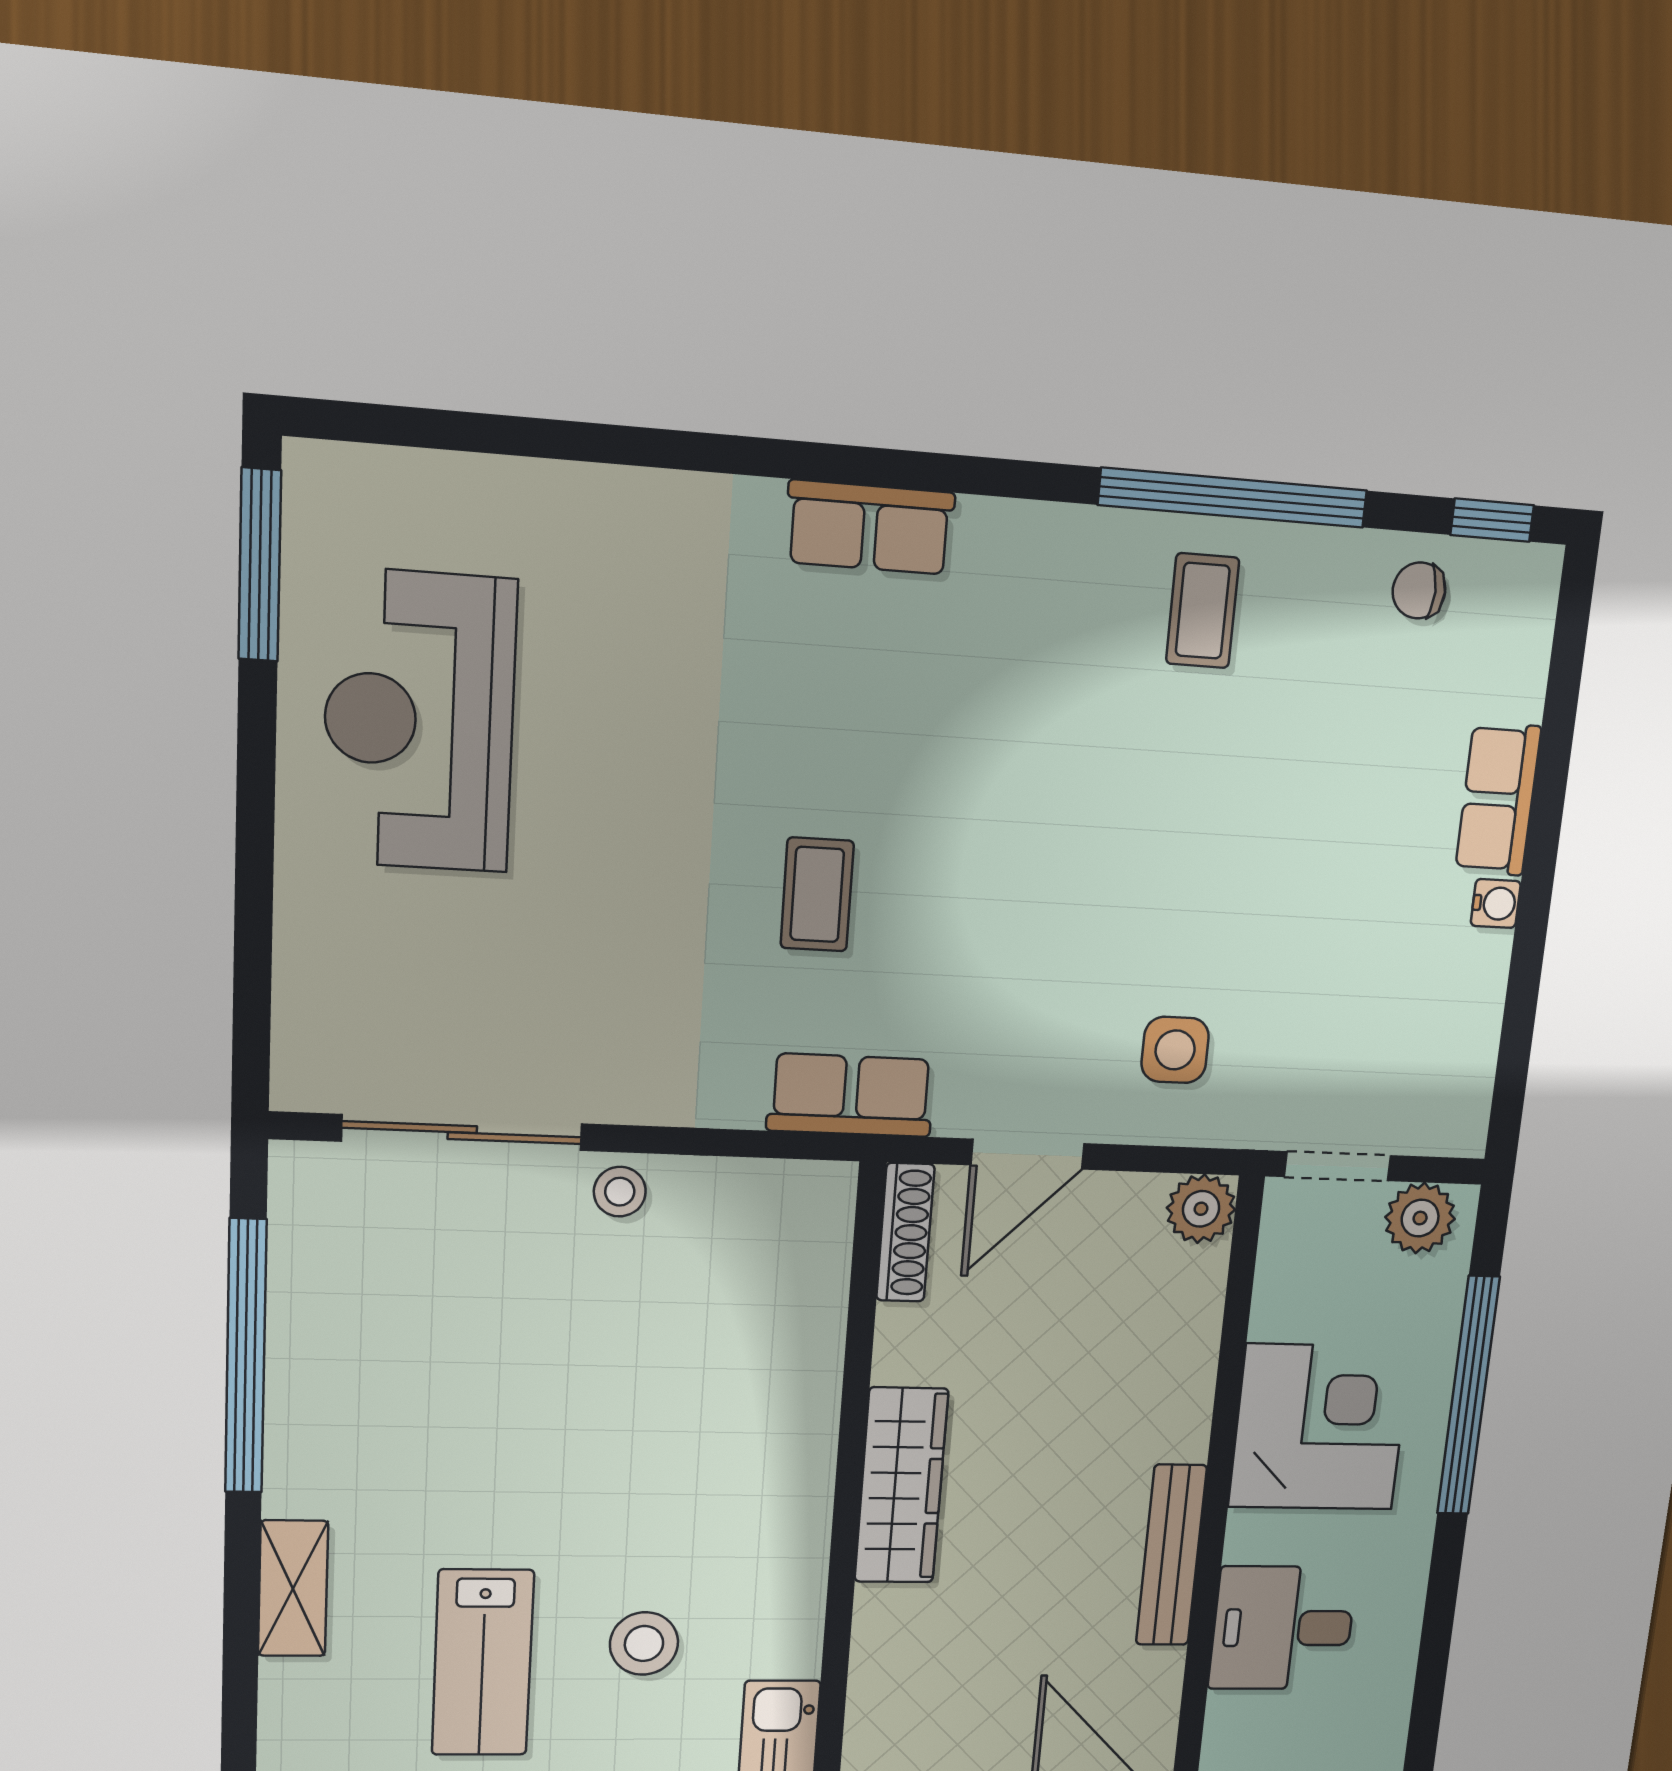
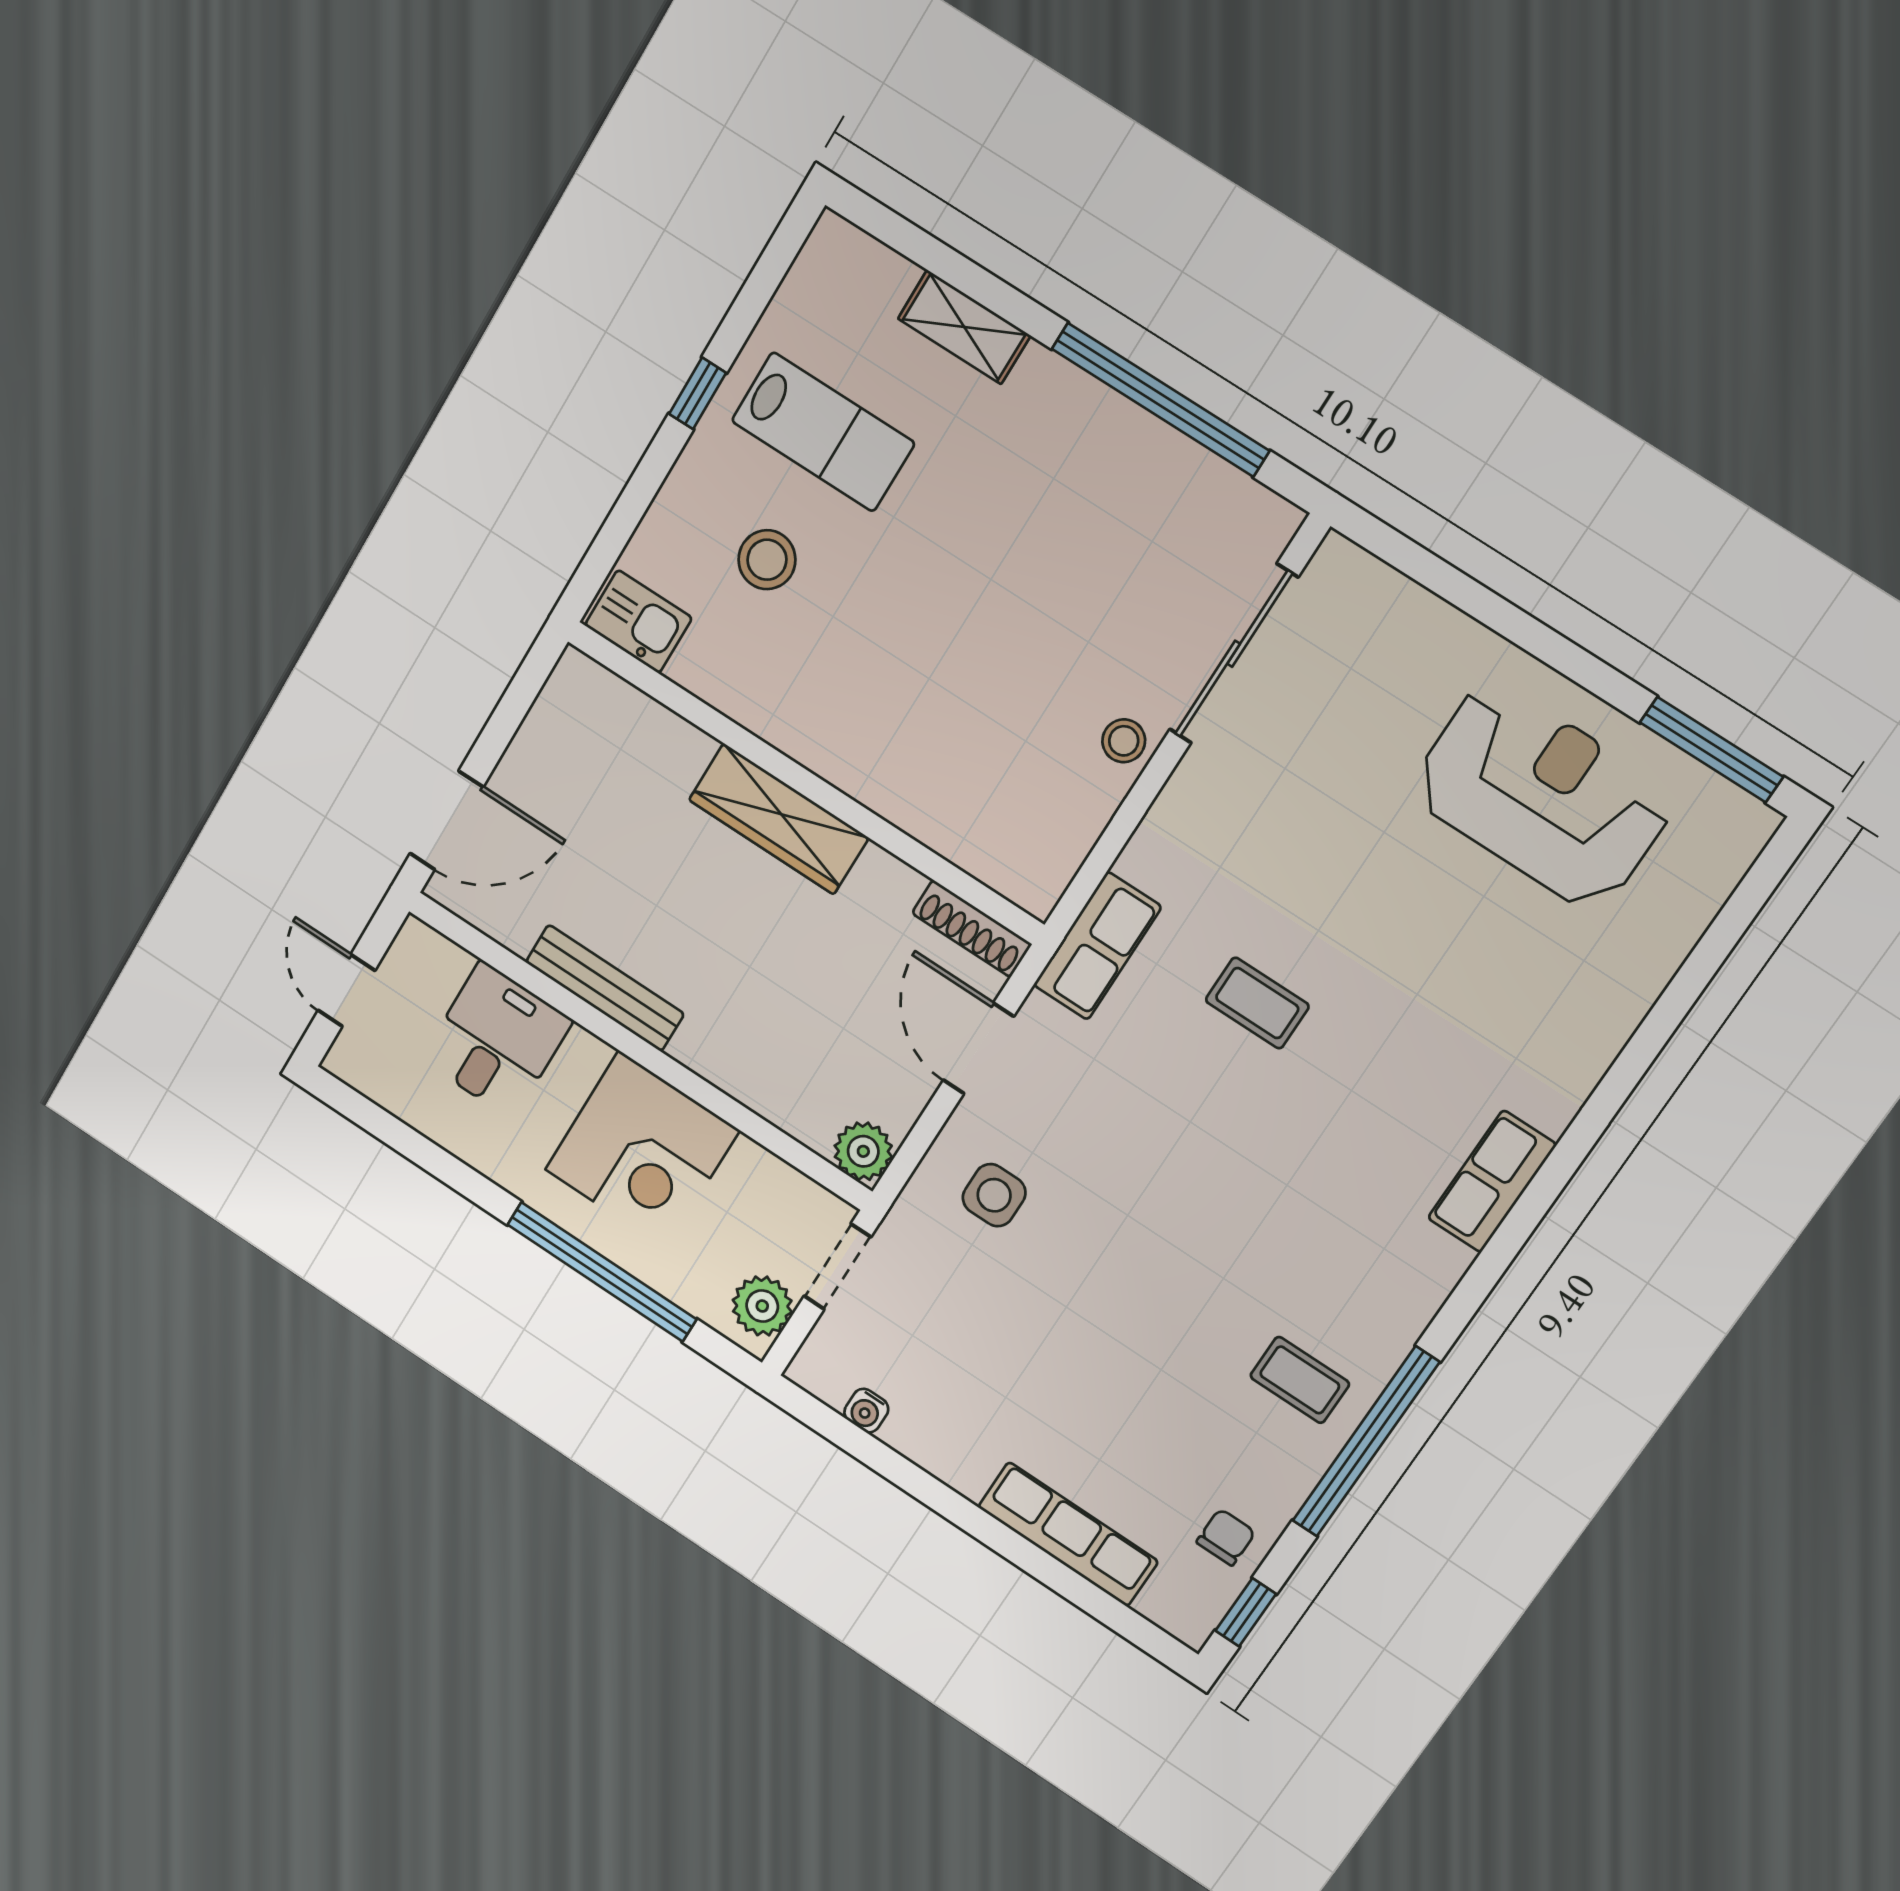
row of seats: (1498, 799) -> (1068, 1534), width x1.48
water cooler: (1496, 903) -> (866, 1411), moved
lab bench: (483, 1663) -> (823, 432), turned 180

